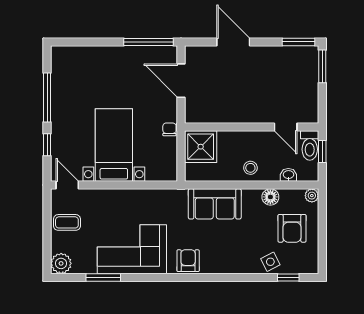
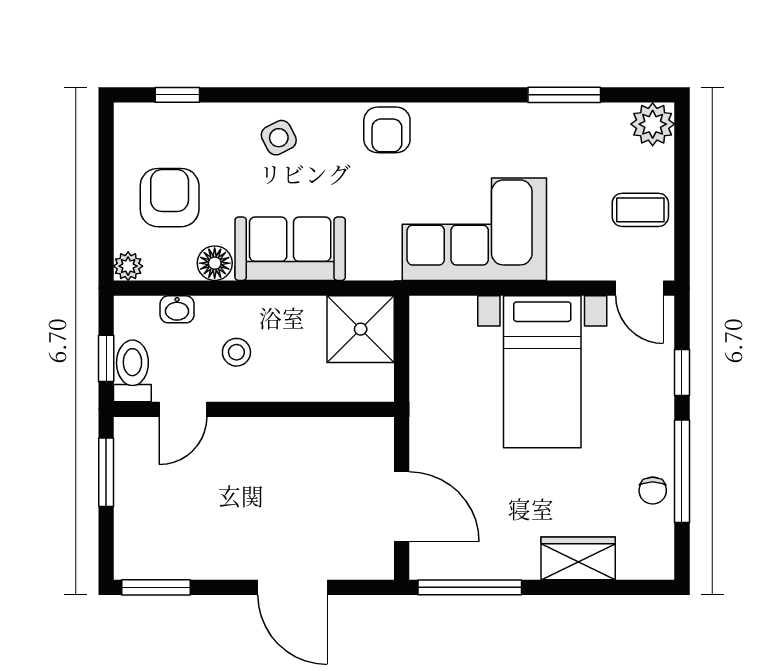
wardrobe: (97, 56) -> (578, 558), added
window: (322, 66) -> (106, 472), moved
door: (286, 127) -> (183, 409), swing flipped
chair: (169, 129) -> (653, 491), moved
shower: (201, 147) -> (361, 329), moved
stool: (250, 168) -> (236, 352), moved
sofa: (215, 204) -> (290, 249), moved
corner sofa: (132, 249) -> (474, 229), moved, turned 180
side table: (270, 262) -> (279, 138), moved

